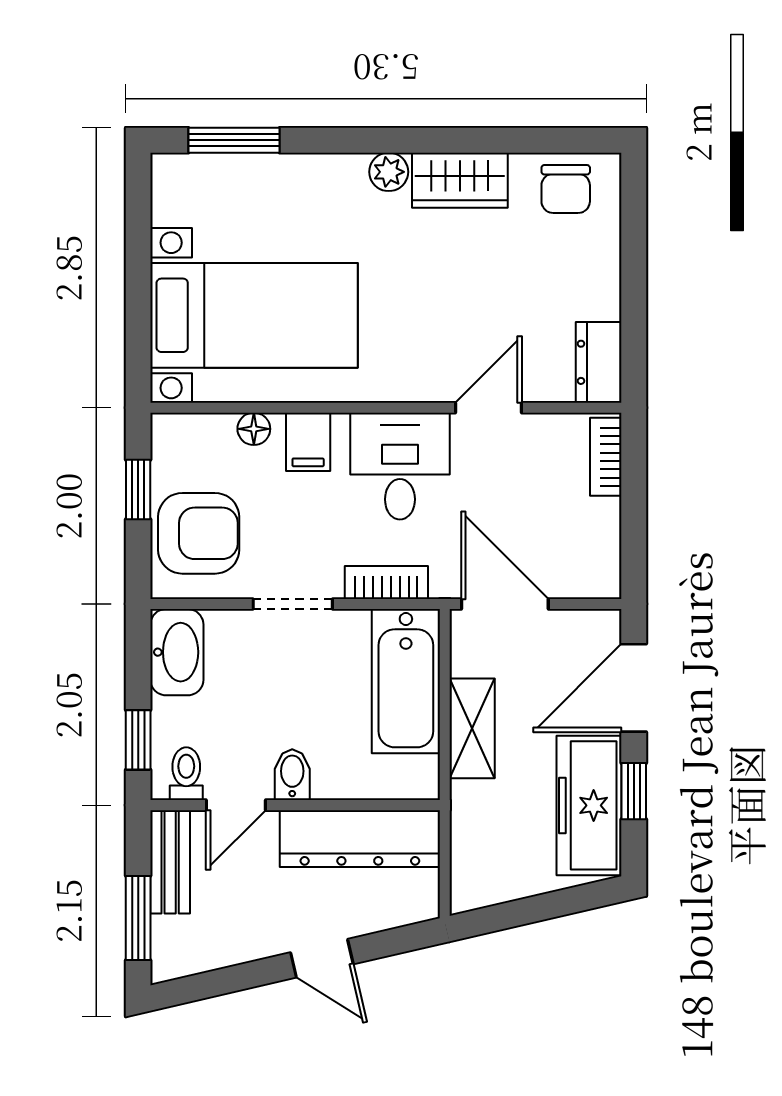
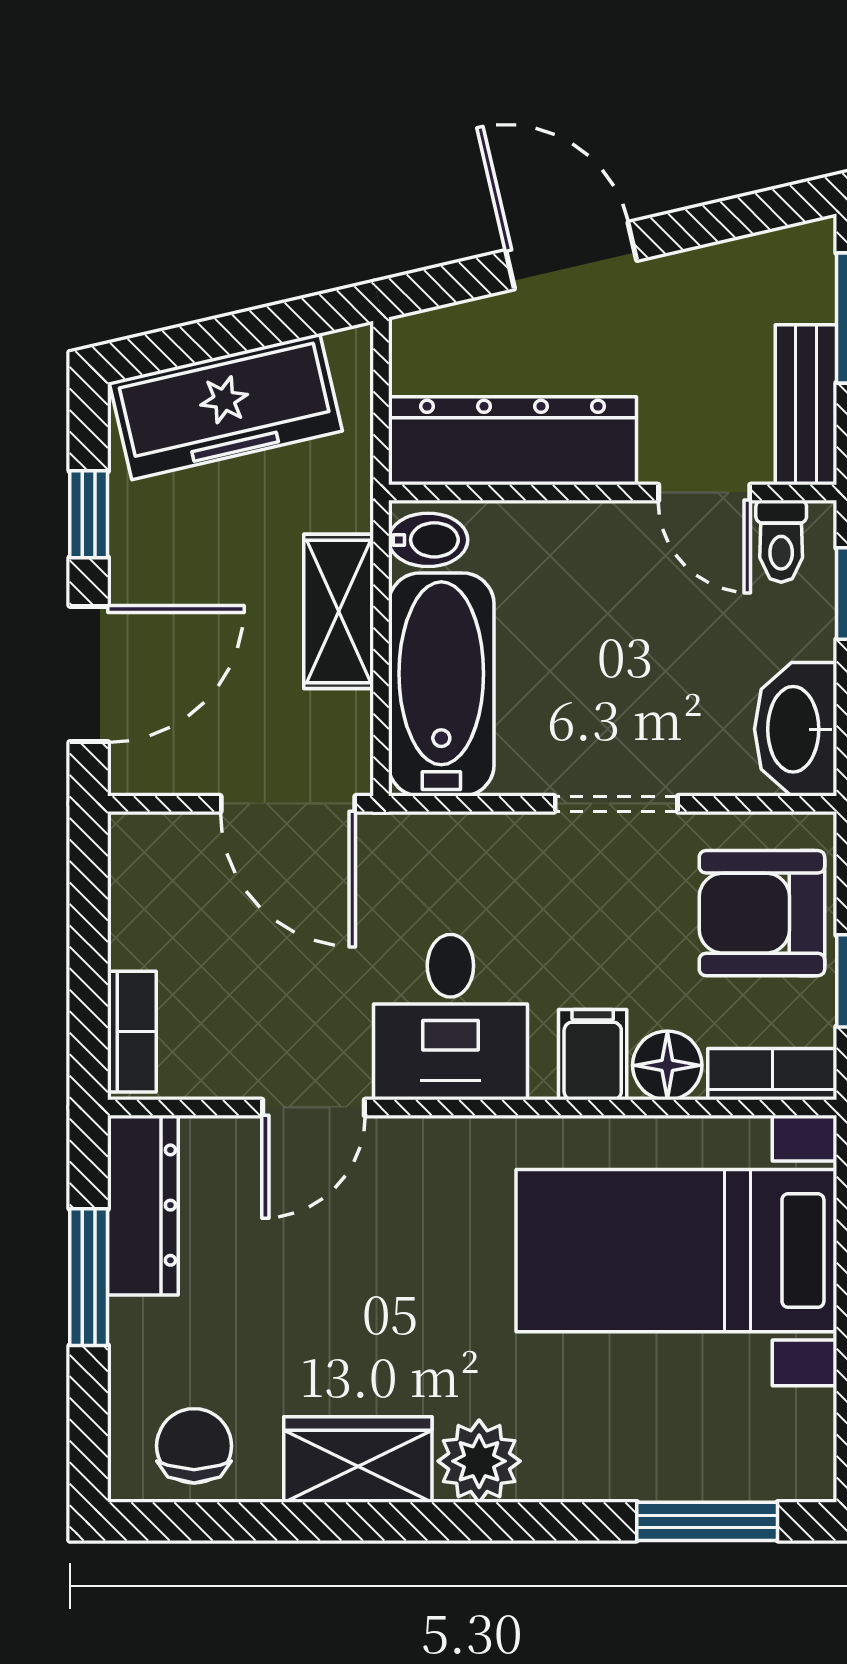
plant: (389, 172) -> (479, 1461), width x1.38, depth x1.38
window: (634, 298) -> (89, 1277), added
dresser: (599, 362) -> (143, 1205), width x1.44
floor lamp: (254, 429) -> (667, 1065), width x1.37, depth x1.37
bookcase: (386, 582) -> (772, 1074), moved, turned 180
bidet: (292, 775) -> (428, 540), moved, turned -90
door: (236, 805) -> (704, 493), swing flipped
freezer: (589, 805) -> (226, 407), moved, turned 77
door: (322, 958) -> (571, 256), width x1.38

